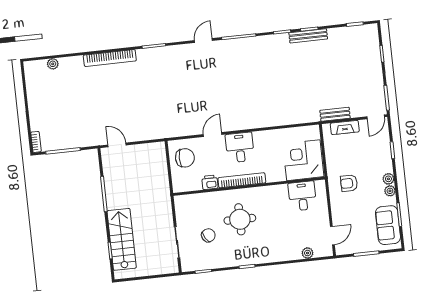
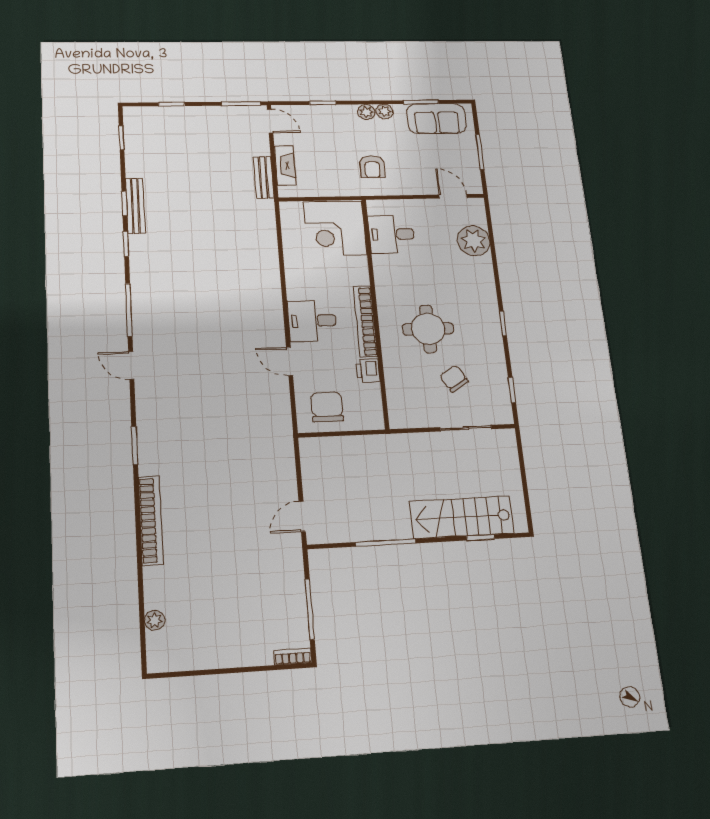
plant: (308, 253) -> (474, 241), width x1.87, depth x1.87

